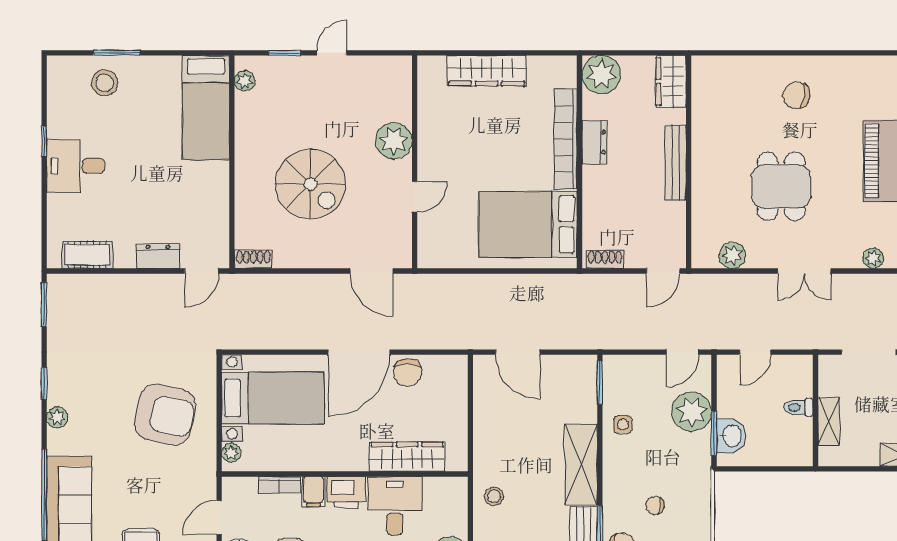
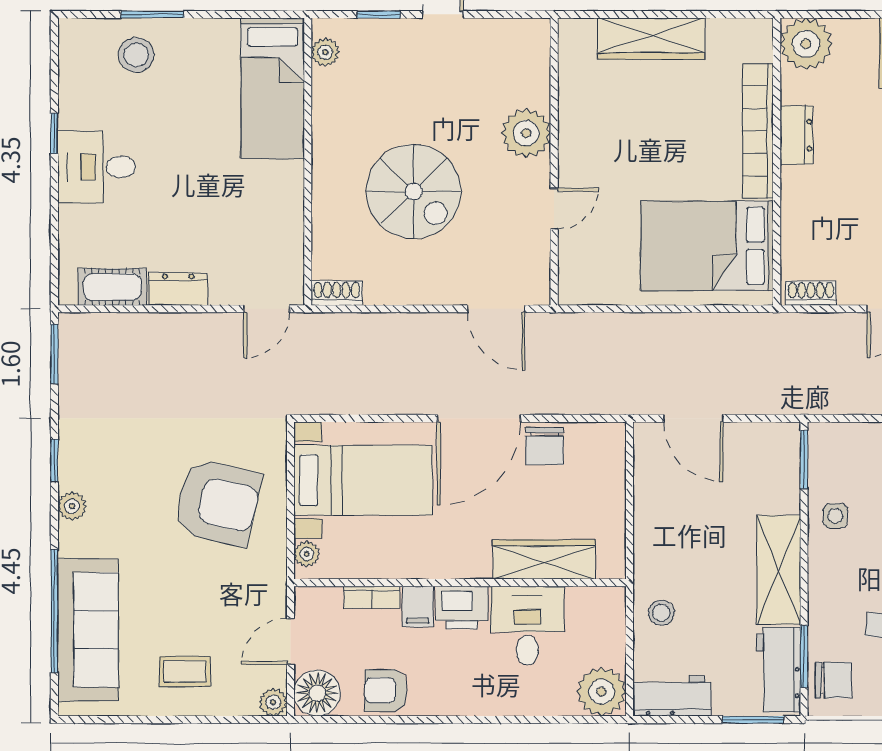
dresser: (158, 256) -> (178, 289), moved

